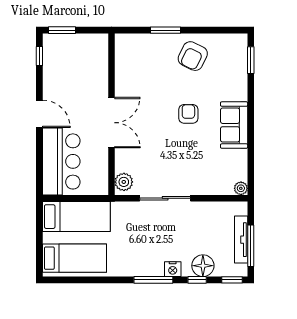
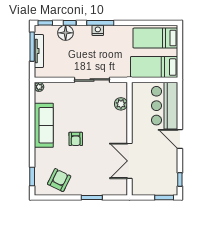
armchair: (193, 56) -> (59, 180), moved
double door: (111, 123) -> (129, 161), moved
sofa: (234, 125) -> (44, 125), width x1.36
plant: (124, 182) -> (121, 104), moved
nightstand: (173, 269) -> (98, 30), moved

